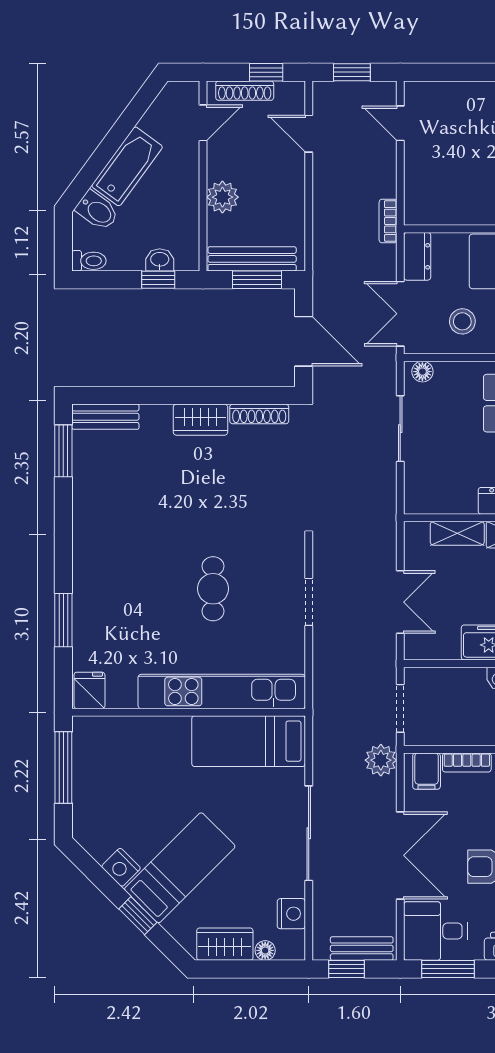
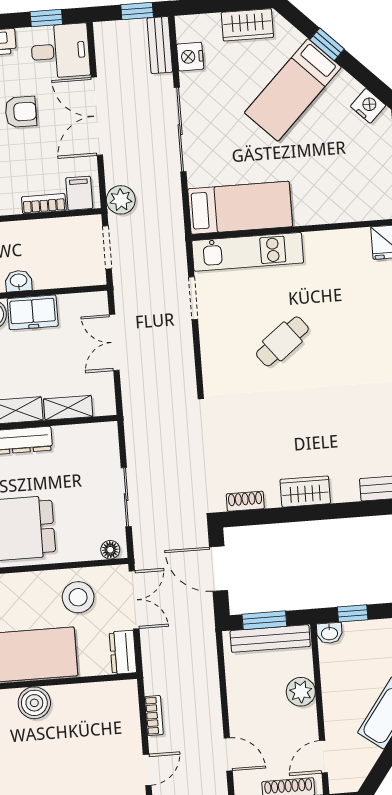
door: (400, 123) -> (147, 770), hinge flipped
bookcase: (388, 221) -> (154, 716), moved
washbasin: (160, 260) -> (329, 633), moved
stool: (462, 321) -> (78, 597), width x1.38, depth x1.38
shoe rack: (259, 414) -> (245, 501), width x0.70
cafe table: (213, 589) -> (282, 341), turned 52
doorway: (309, 602) -> (193, 298), moved
kitchen unit: (222, 691) -> (248, 252), width x0.73
nightstand: (121, 867) -> (368, 106), moved
bench: (362, 948) -> (160, 45), moved, turned 90
floor lamp: (265, 950) -> (211, 22), removed
window: (448, 969) -> (46, 18), width x0.67

